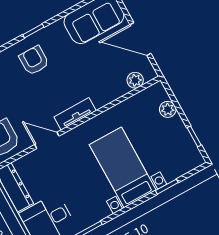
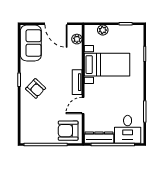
door: (140, 39) -> (56, 24), hinge flipped
armchair: (34, 61) -> (36, 88), turned -137
bed with nightstands: (123, 167) -> (107, 65), moved, turned 180

